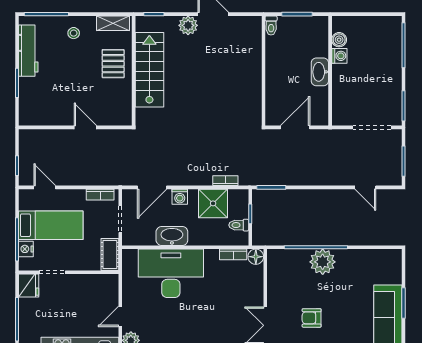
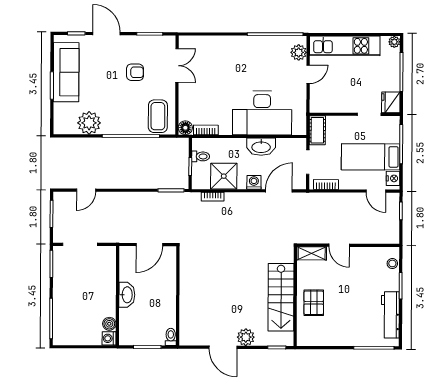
shelving: (113, 23) -> (312, 253), moved
stool: (74, 33) -> (392, 263), moved
washing machine: (339, 56) -> (109, 338), moved
door: (365, 187) -> (86, 190), swing flipped
nightstand: (26, 249) -> (393, 178), moved
plant: (323, 262) -> (89, 123), moved
coffee table: (286, 269) -> (158, 116), added

